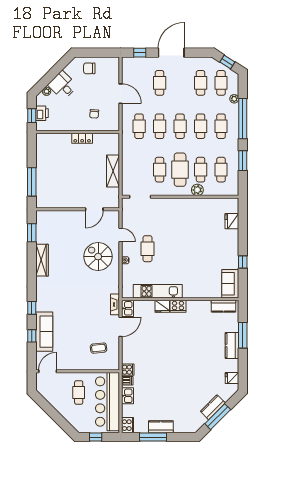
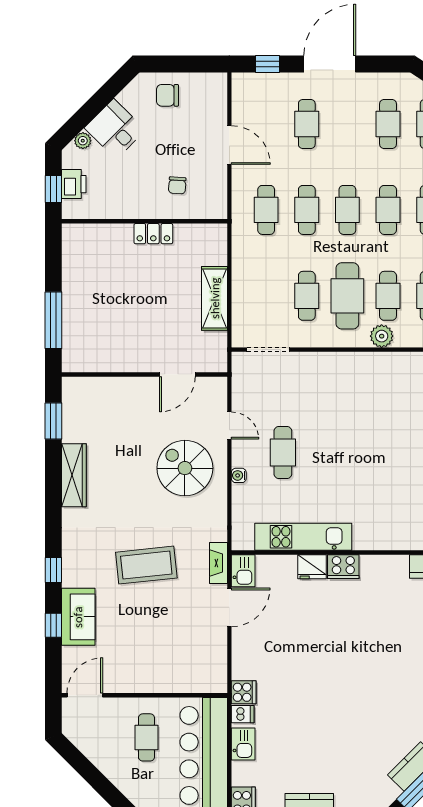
sofa: (44, 332) -> (78, 617), width x0.73
coffee table: (99, 348) -> (146, 565), moved, width x1.86, depth x1.72

